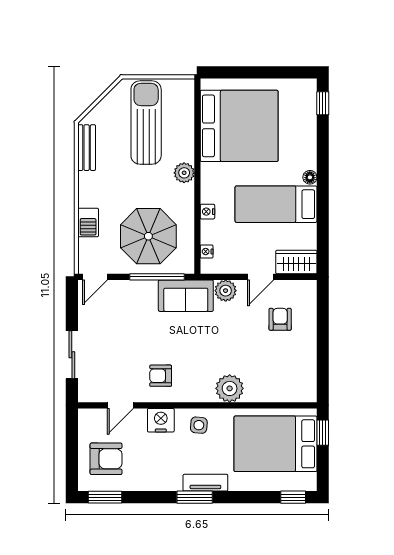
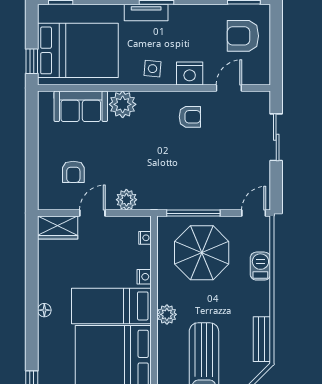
bed: (276, 204) -> (111, 306), moved, turned 180
sofa: (186, 296) -> (81, 106), moved, turned 180

